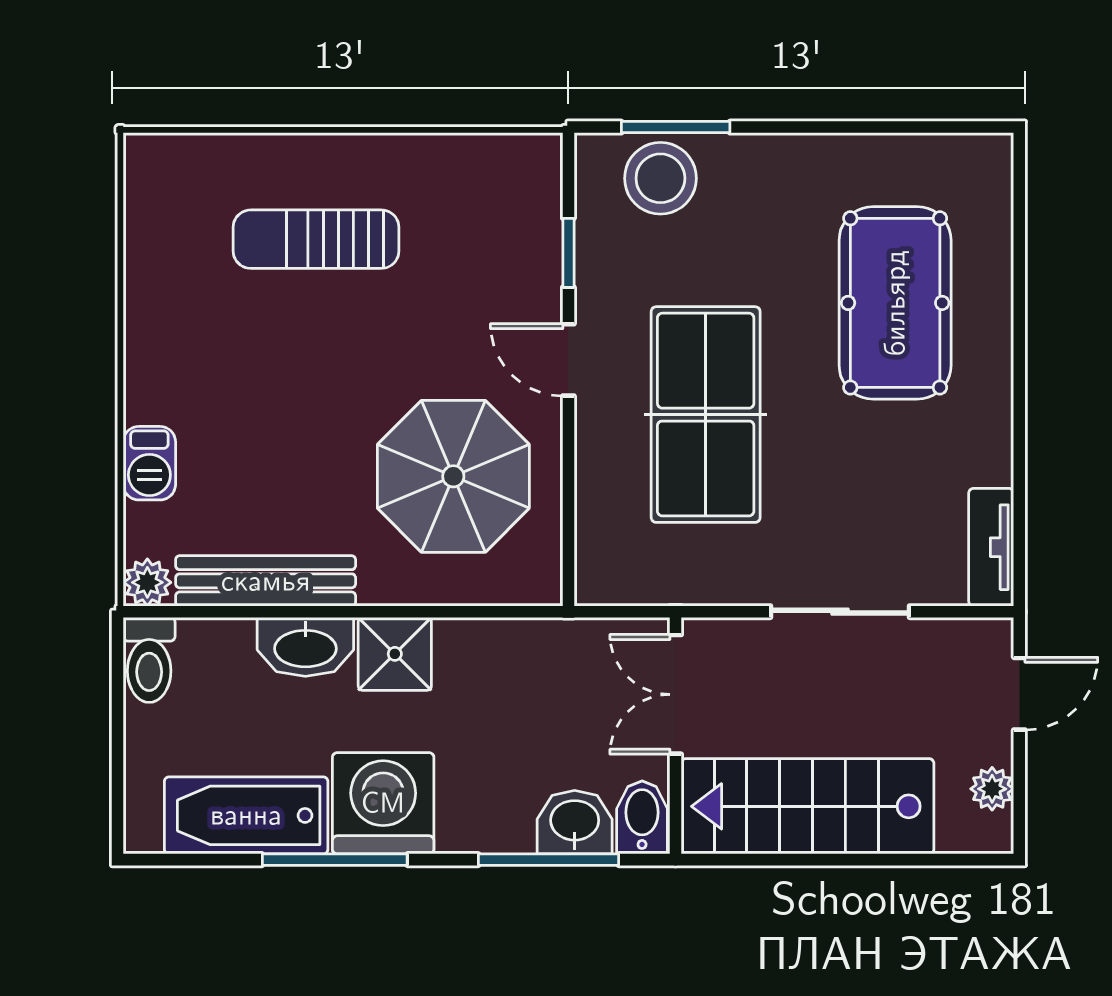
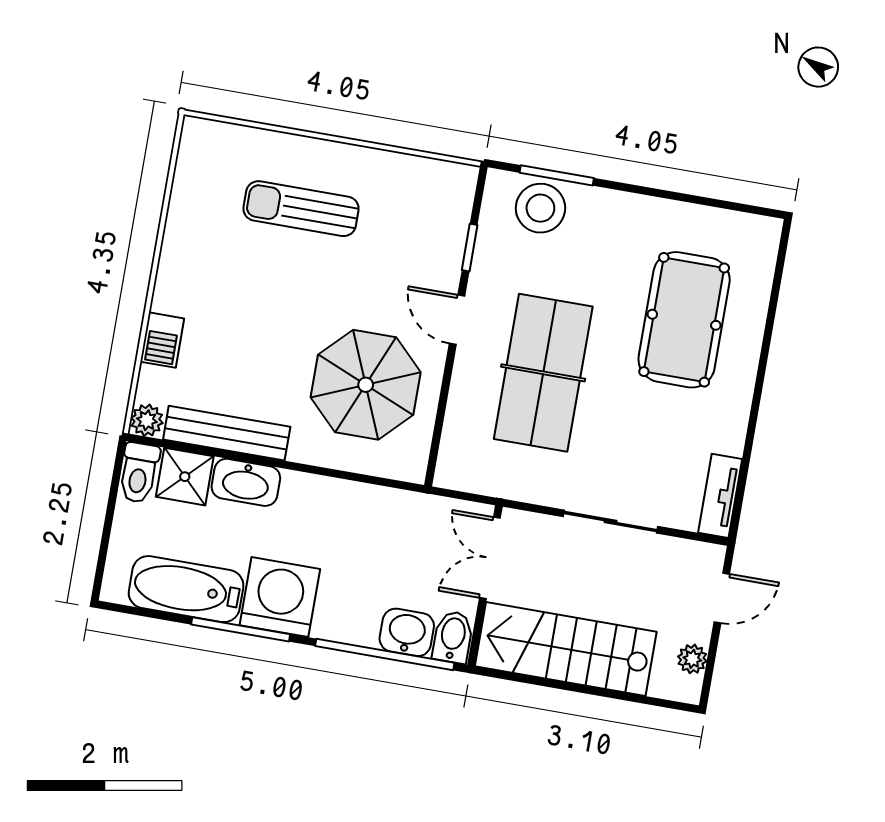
shower: (395, 654) -> (185, 477), moved
window: (548, 860) -> (385, 654), width x1.46

